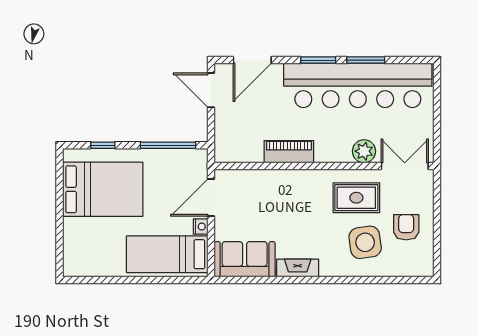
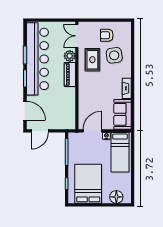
piano: (289, 152) -> (70, 75), moved
door: (211, 198) -> (92, 131), swing flipped
floor lamp: (76, 247) -> (116, 197), added

